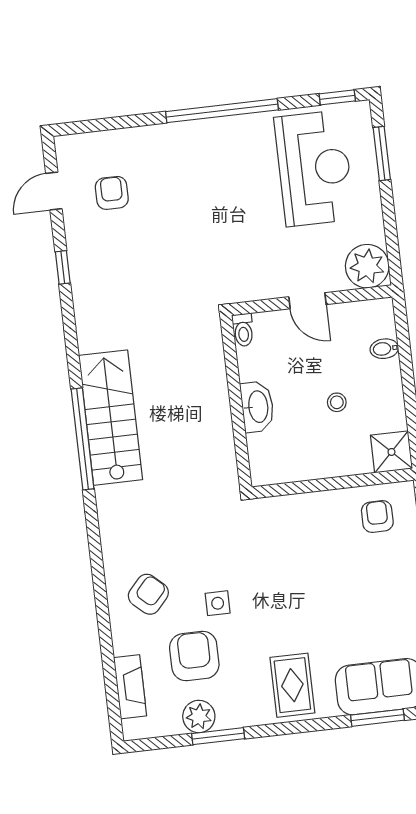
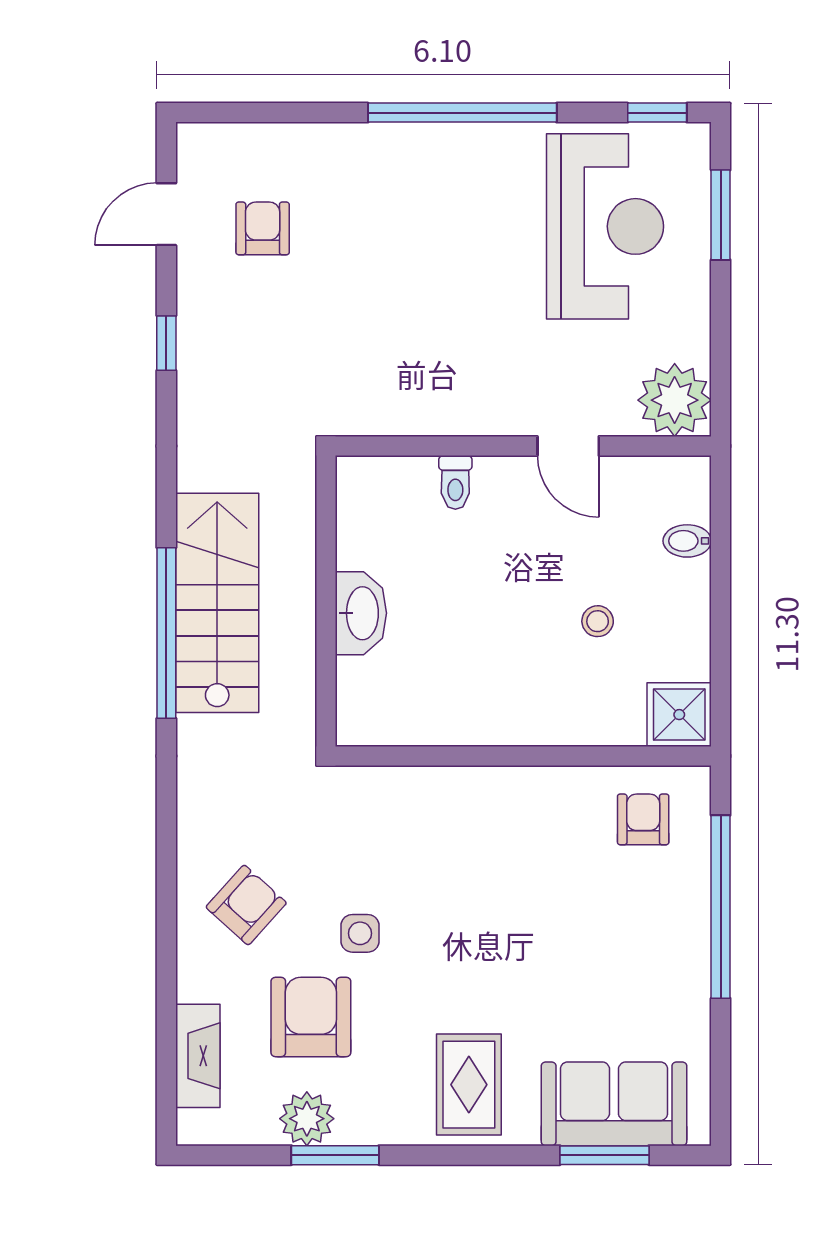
wall: (236, 402) -> (326, 601), moved
washbasin: (257, 407) -> (361, 613), moved

